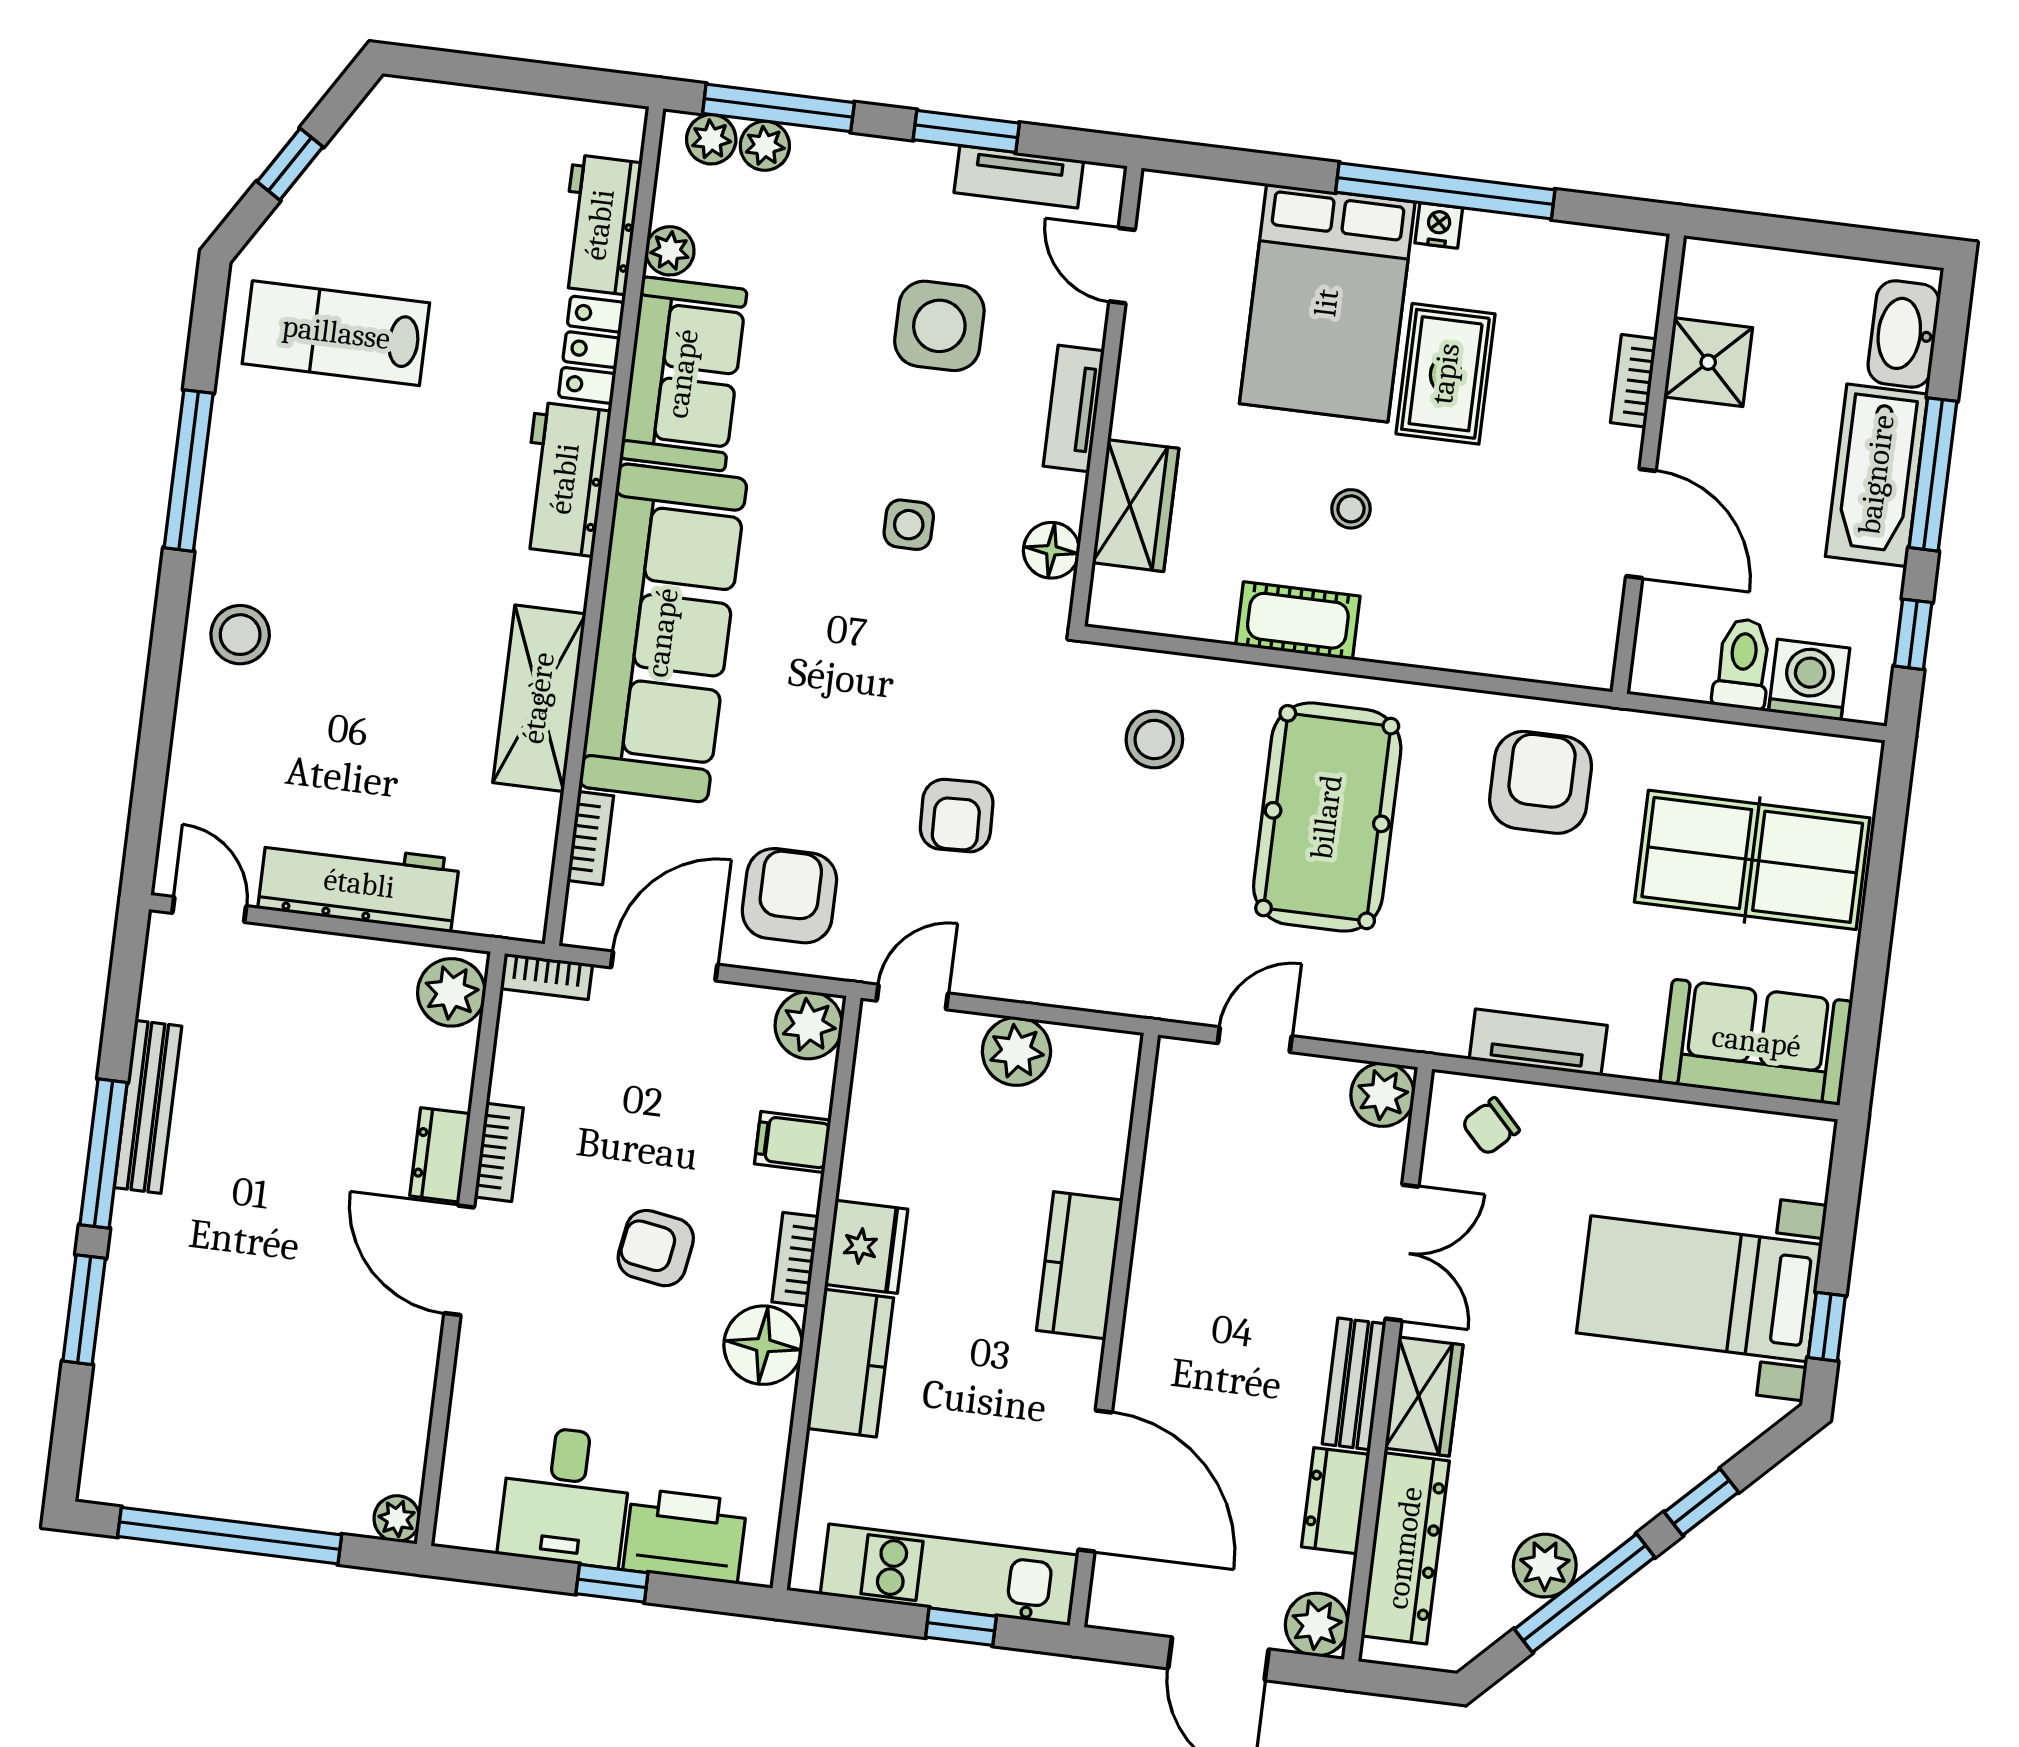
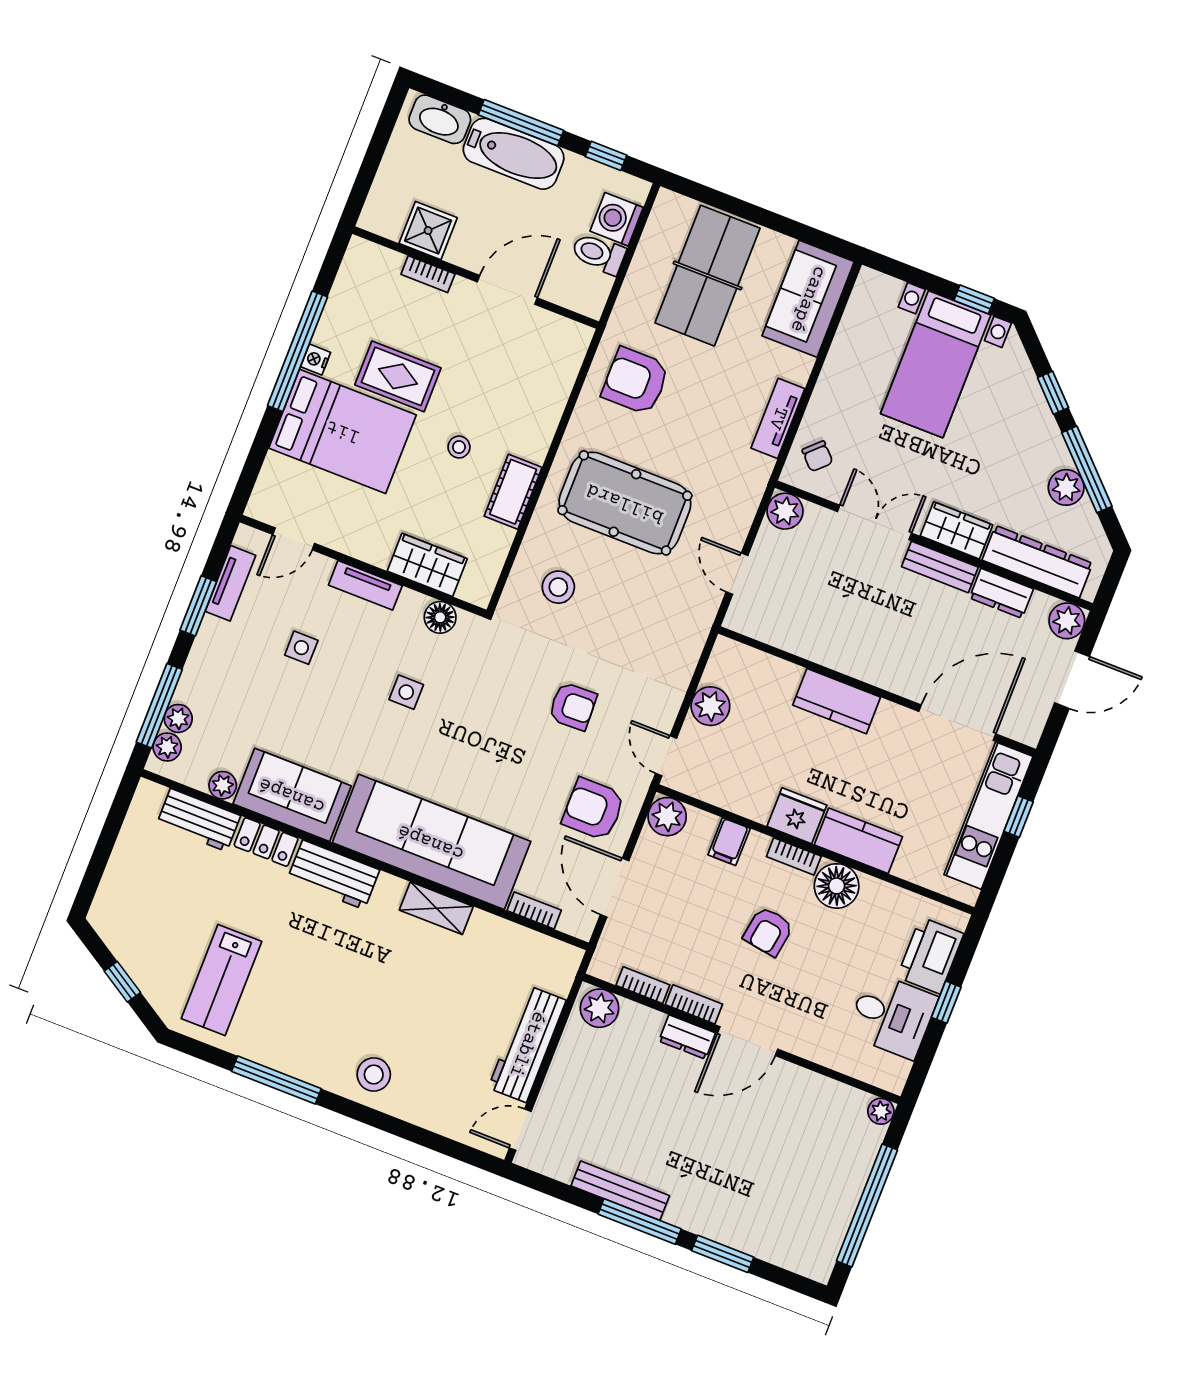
side table: (939, 326) -> (301, 648), width x0.54, depth x0.54
shelving: (539, 698) -> (436, 908), width x0.67, depth x0.75
bookcase: (546, 976) -> (643, 985), moved, turned -90

